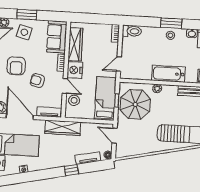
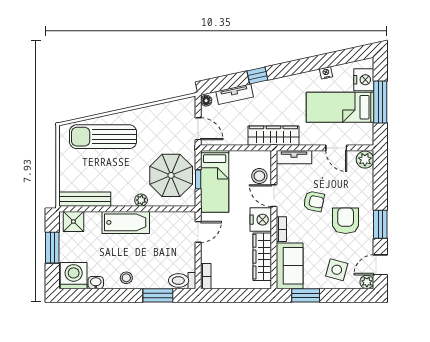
window: (27, 15) -> (306, 295), moved
window: (171, 23) -> (158, 295), moved
door: (20, 117) -> (336, 148), width x0.53

